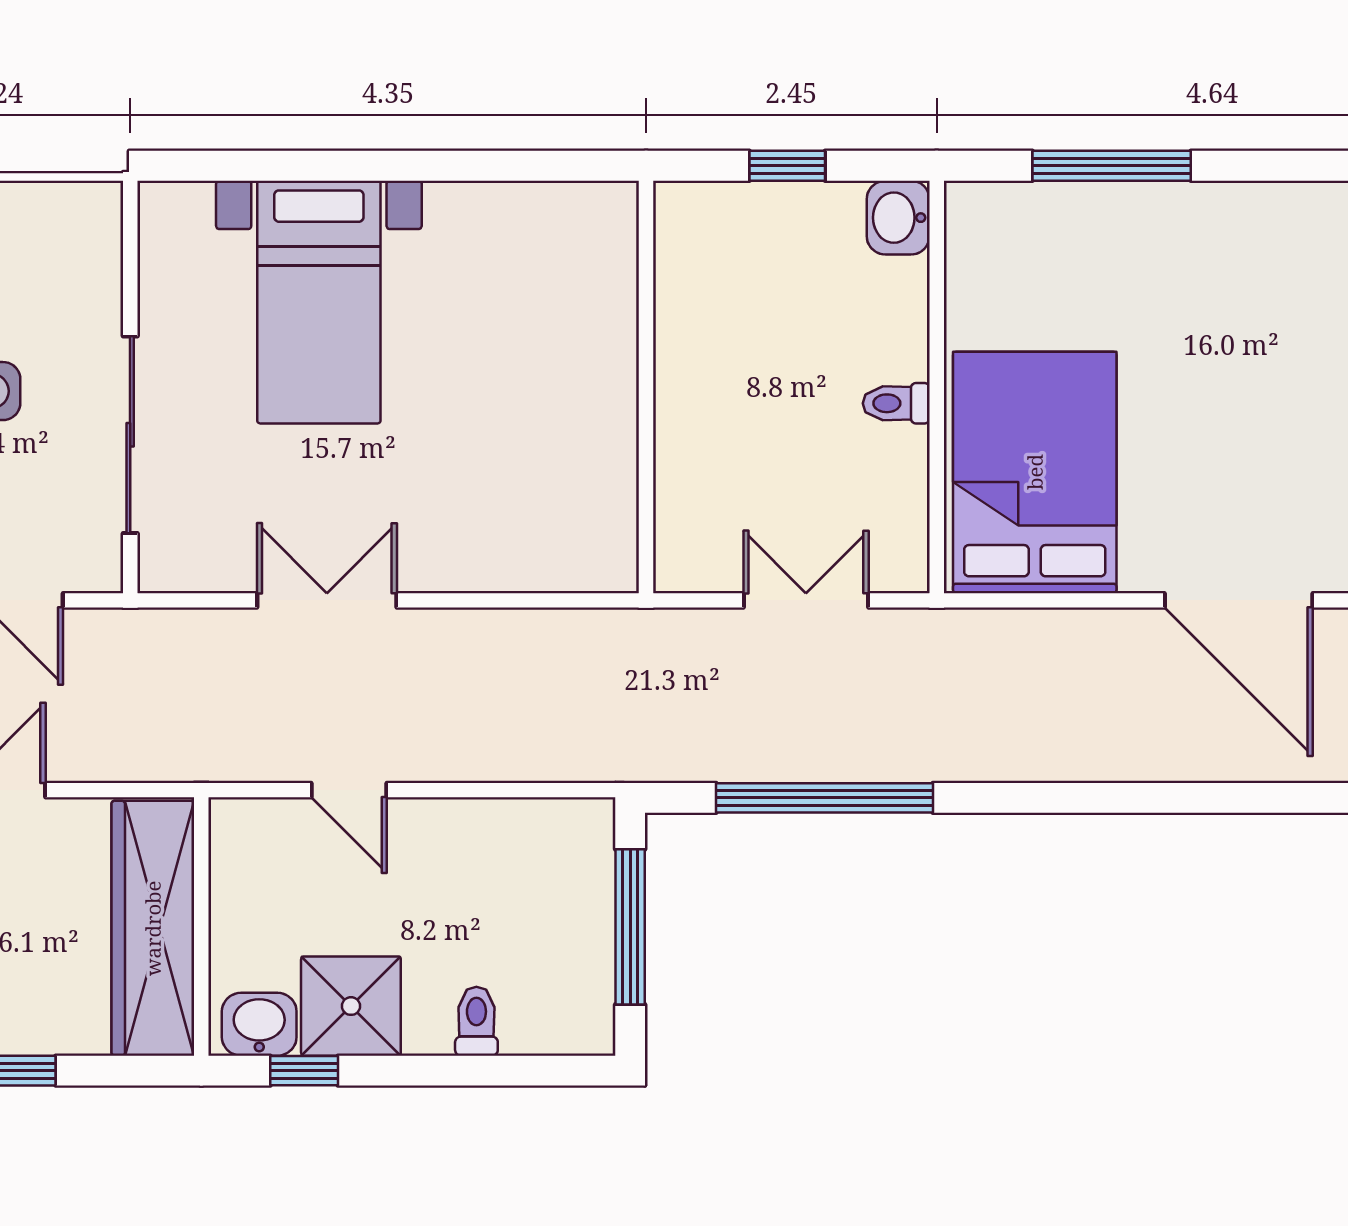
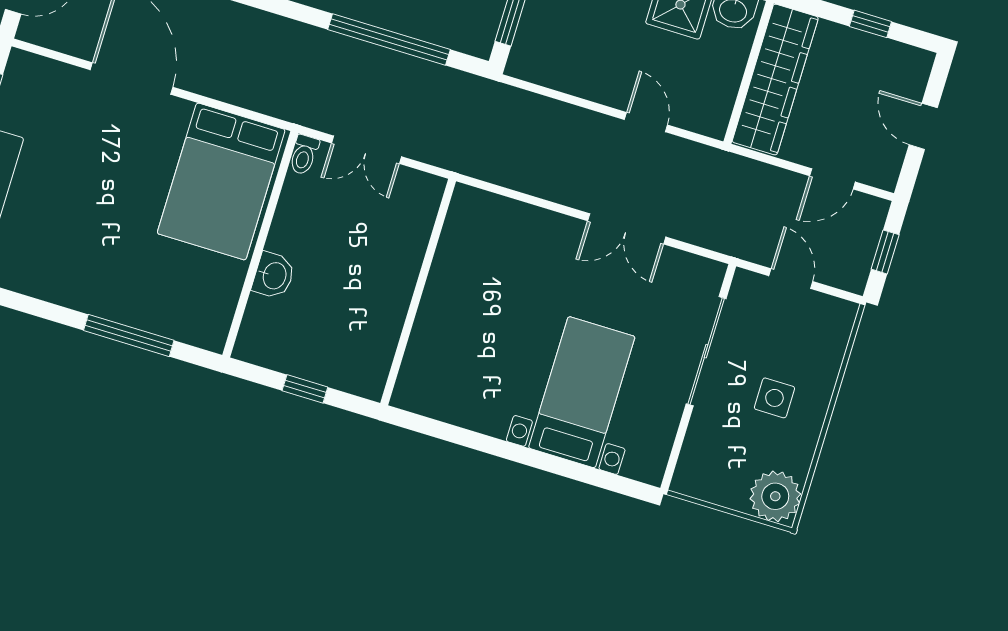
washbasin: (898, 218) -> (274, 275), moved
toilet: (896, 403) -> (304, 155), moved, turned 90

